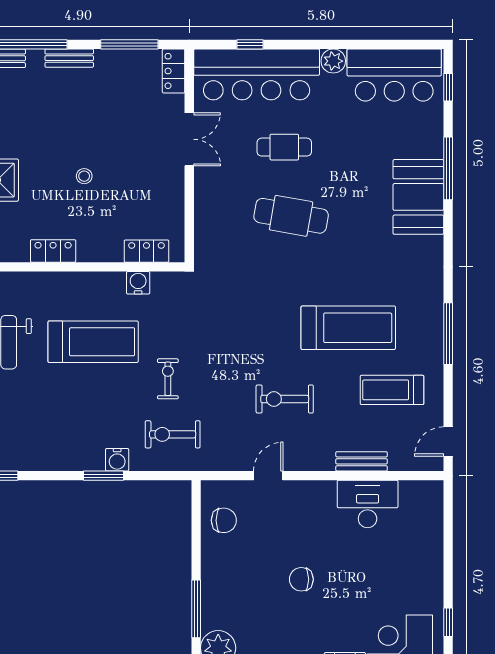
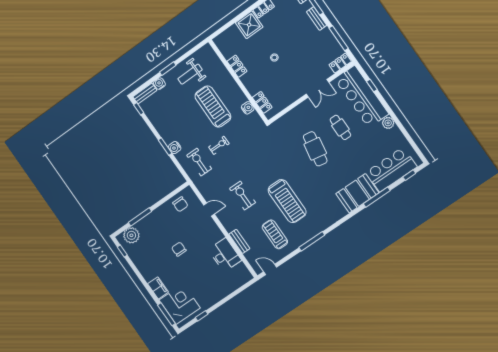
bar counter: (394, 75) -> (391, 170), moved, turned 90
treadmill: (93, 342) -> (213, 107), turned 180

